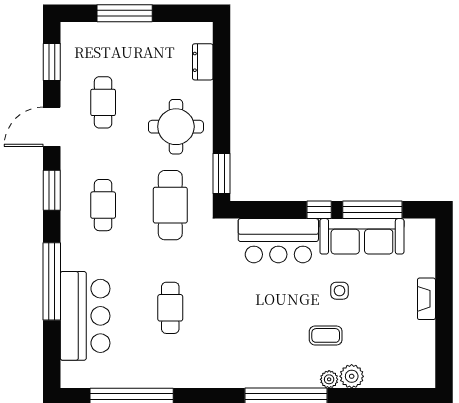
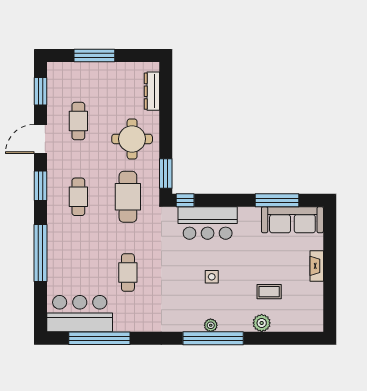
dresser: (203, 62) -> (152, 91), width x1.44
window: (319, 210) -> (185, 200), moved
sofa: (362, 236) -> (292, 220), moved
side table: (340, 291) -> (212, 277), moved
bar counter: (85, 316) -> (80, 314), moved, turned -90
coffee table: (326, 335) -> (269, 292), moved
plant: (329, 379) -> (211, 325), moved

